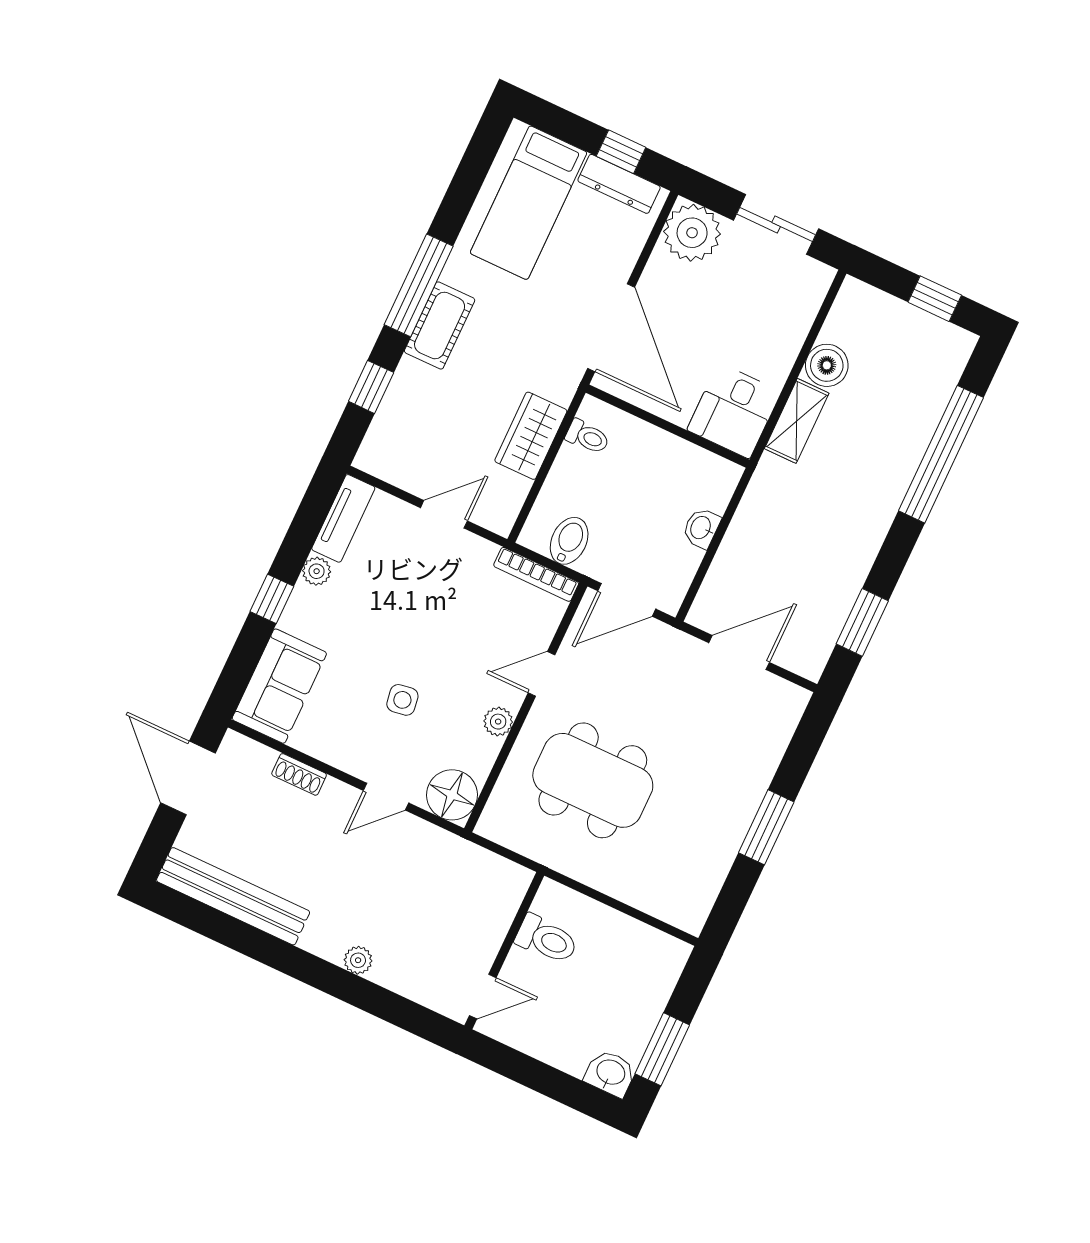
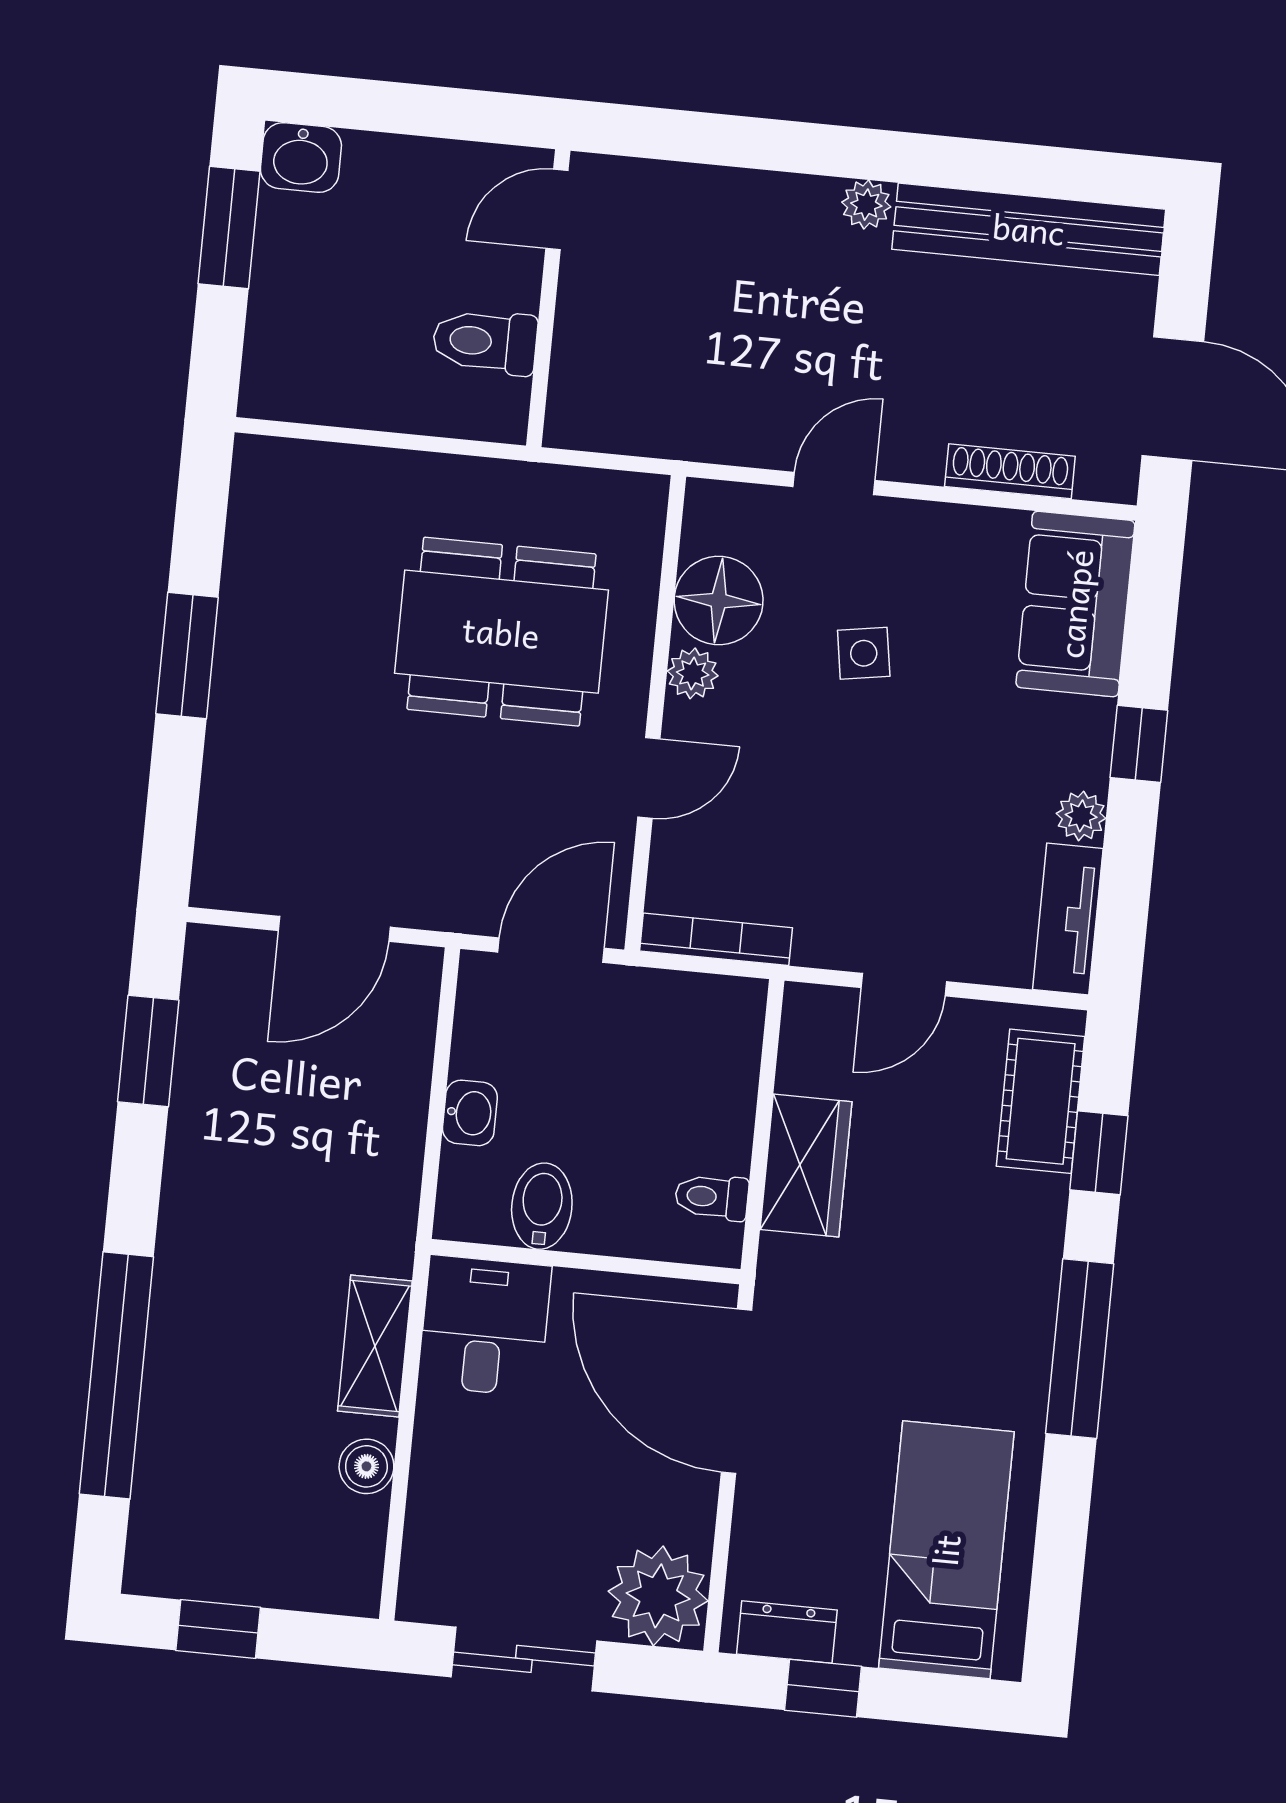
dresser: (619, 184) -> (787, 1632), width x0.70
cot: (440, 325) -> (1041, 1101), moved
boiler: (827, 365) -> (366, 1466), width x0.73, depth x0.73
bidet: (569, 541) -> (542, 1206), moved, turned 180
shoe rack: (299, 774) -> (1010, 471), width x1.43
floor lamp: (452, 795) -> (719, 601), moved
plant: (358, 960) -> (866, 205), moved

